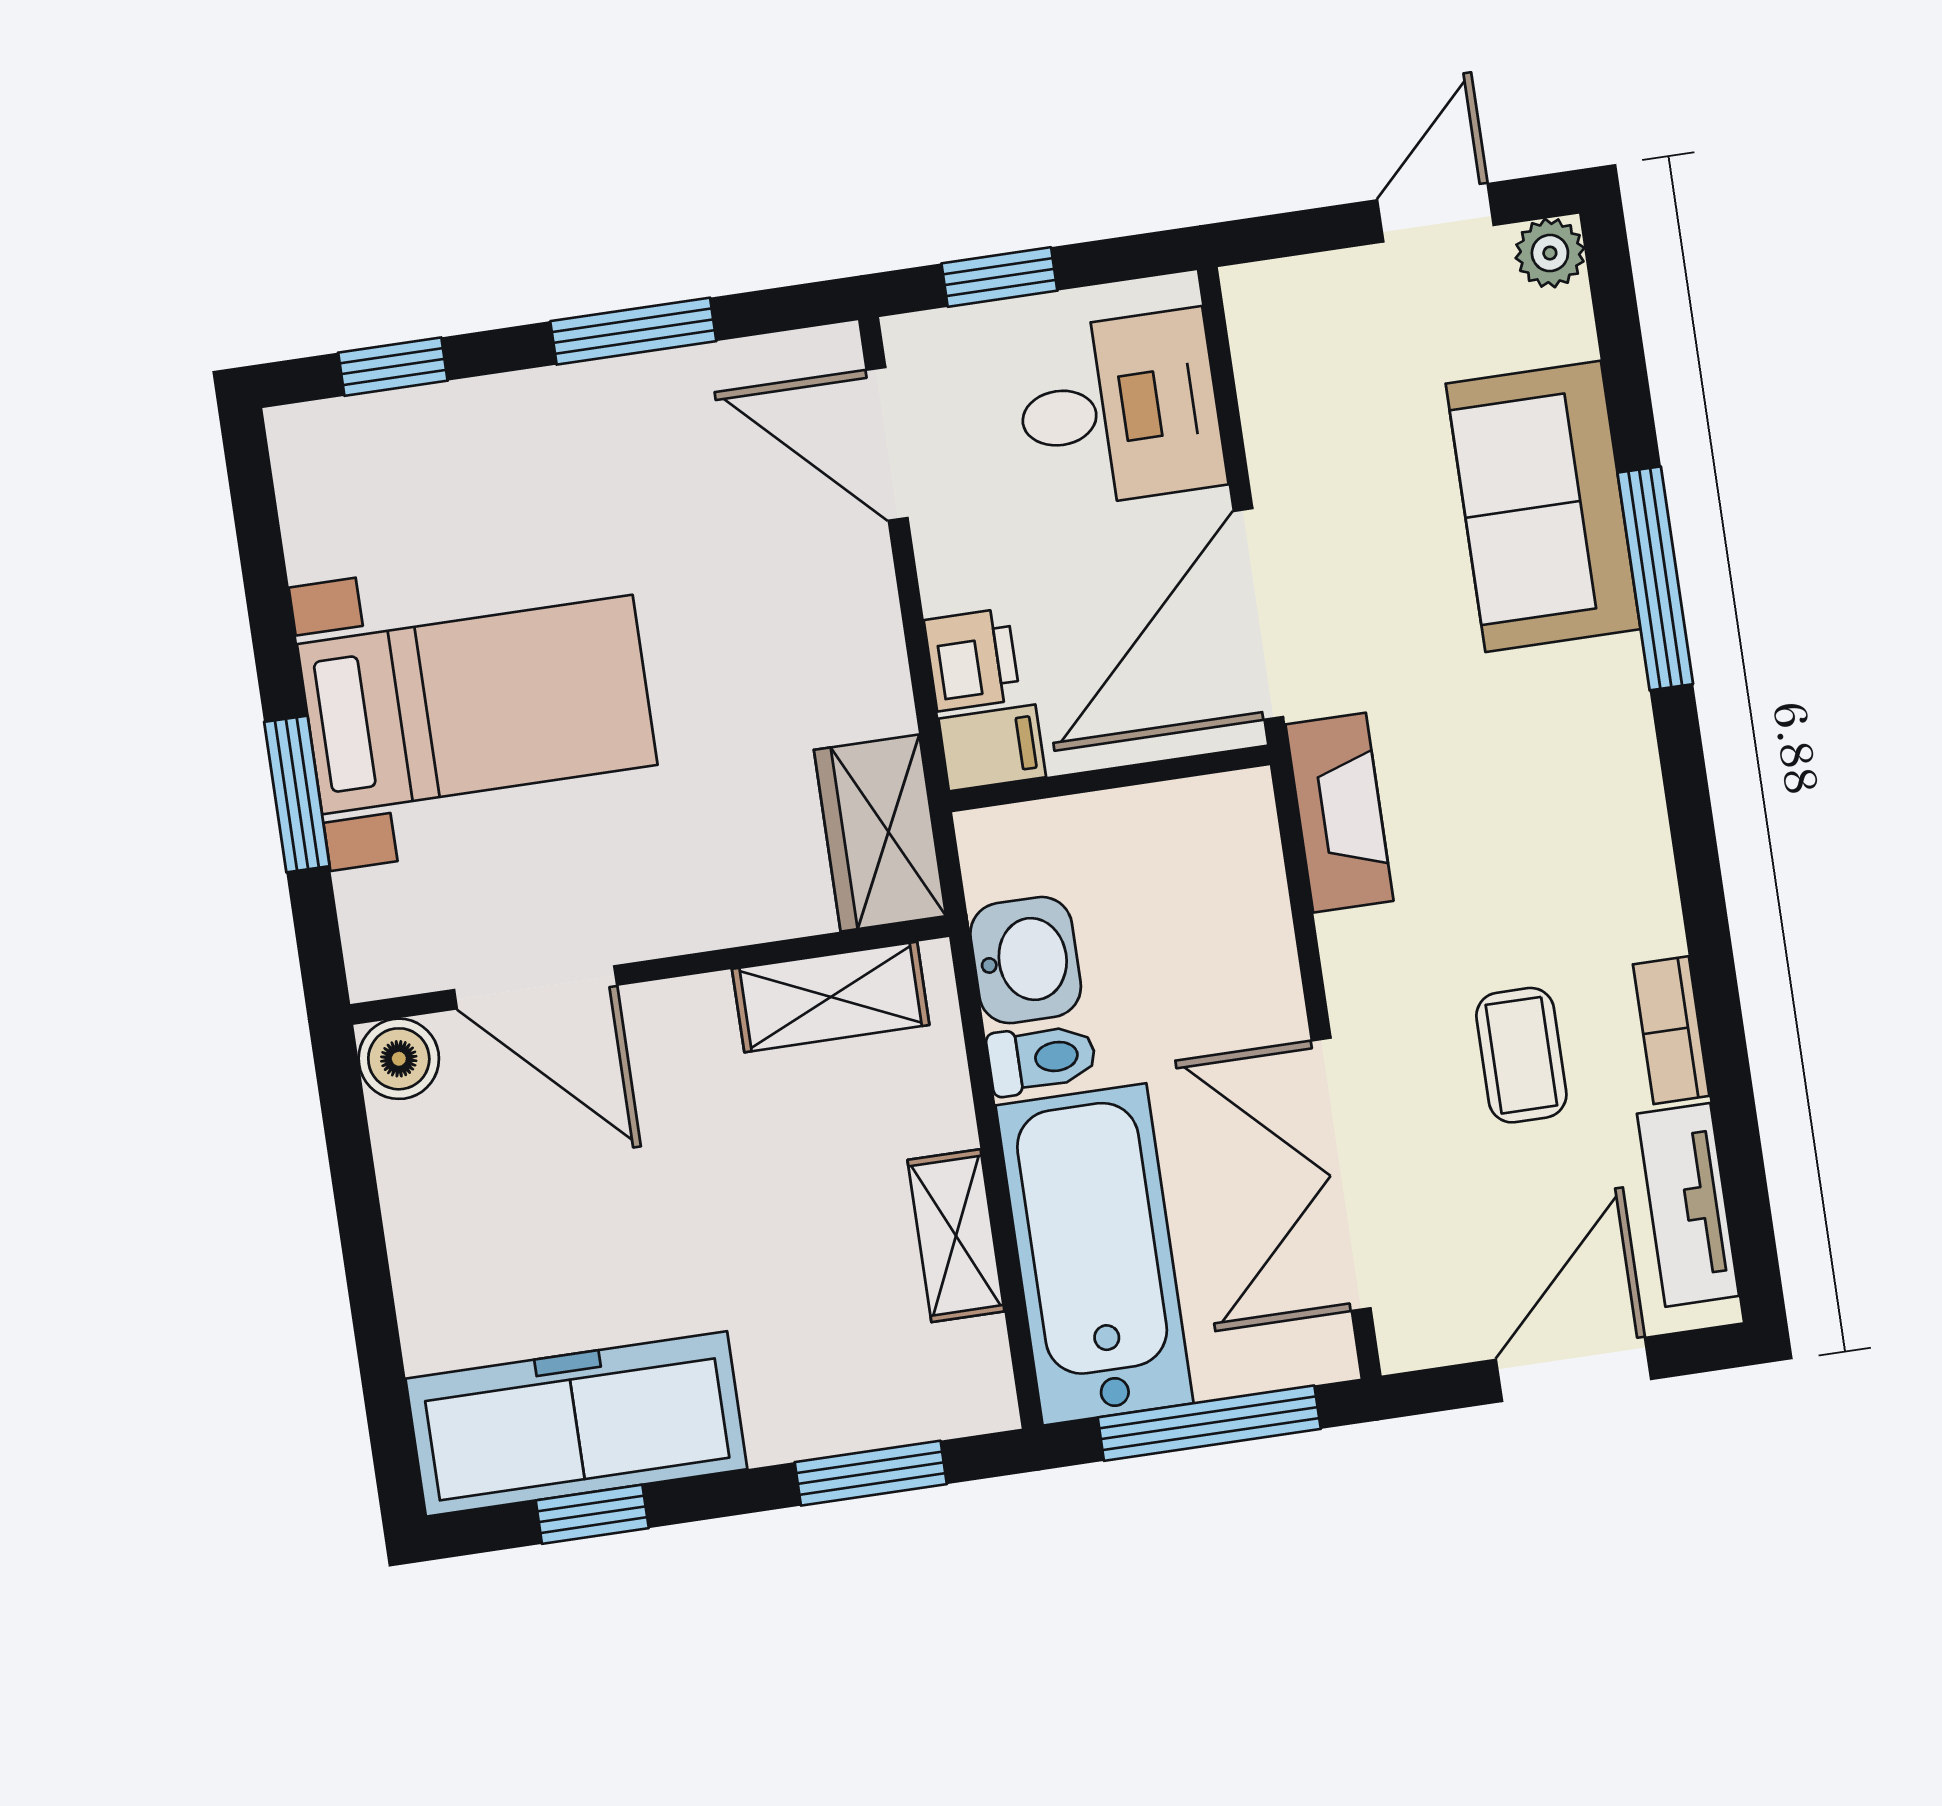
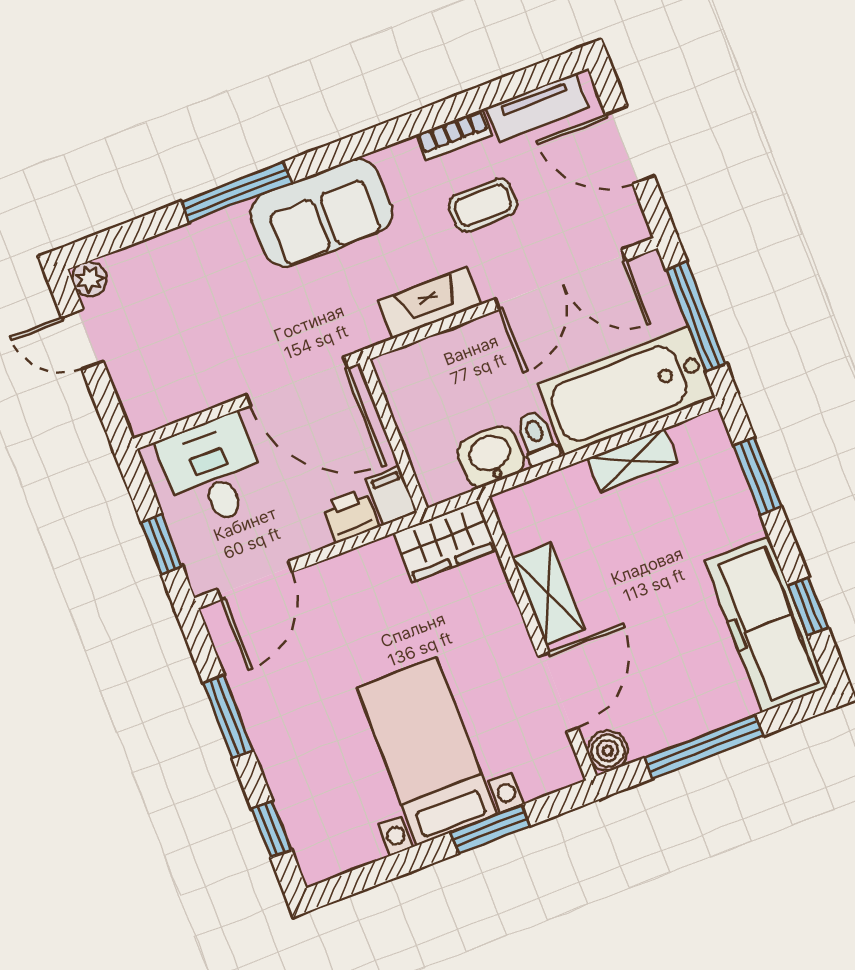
sofa: (1543, 506) -> (321, 213), moved
fireplace: (1339, 813) -> (430, 303), moved
shelving: (831, 997) -> (548, 593), moved
window: (364, 1249) -> (704, 747), added

